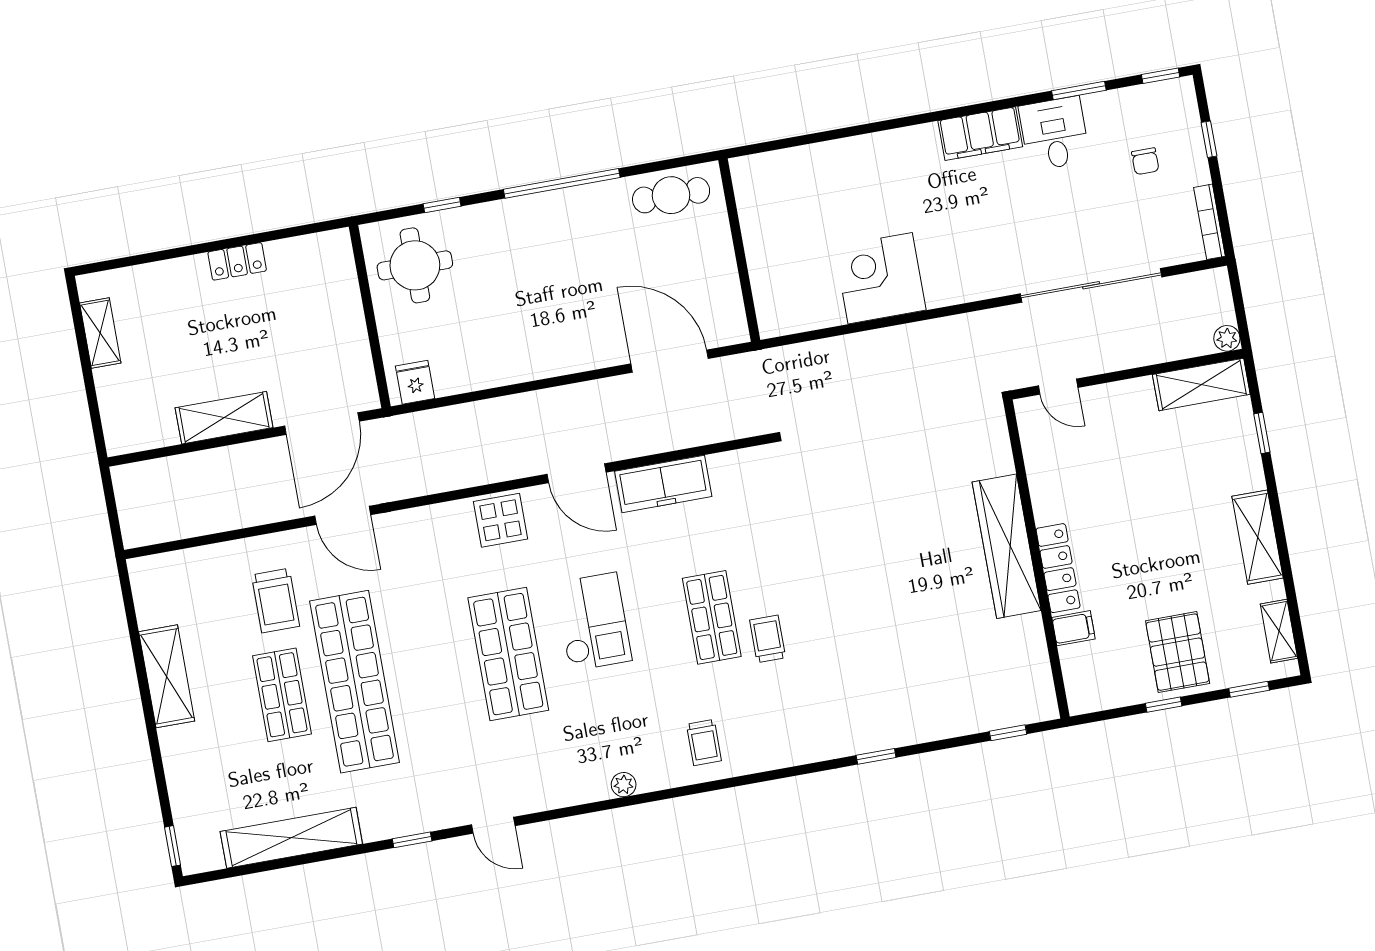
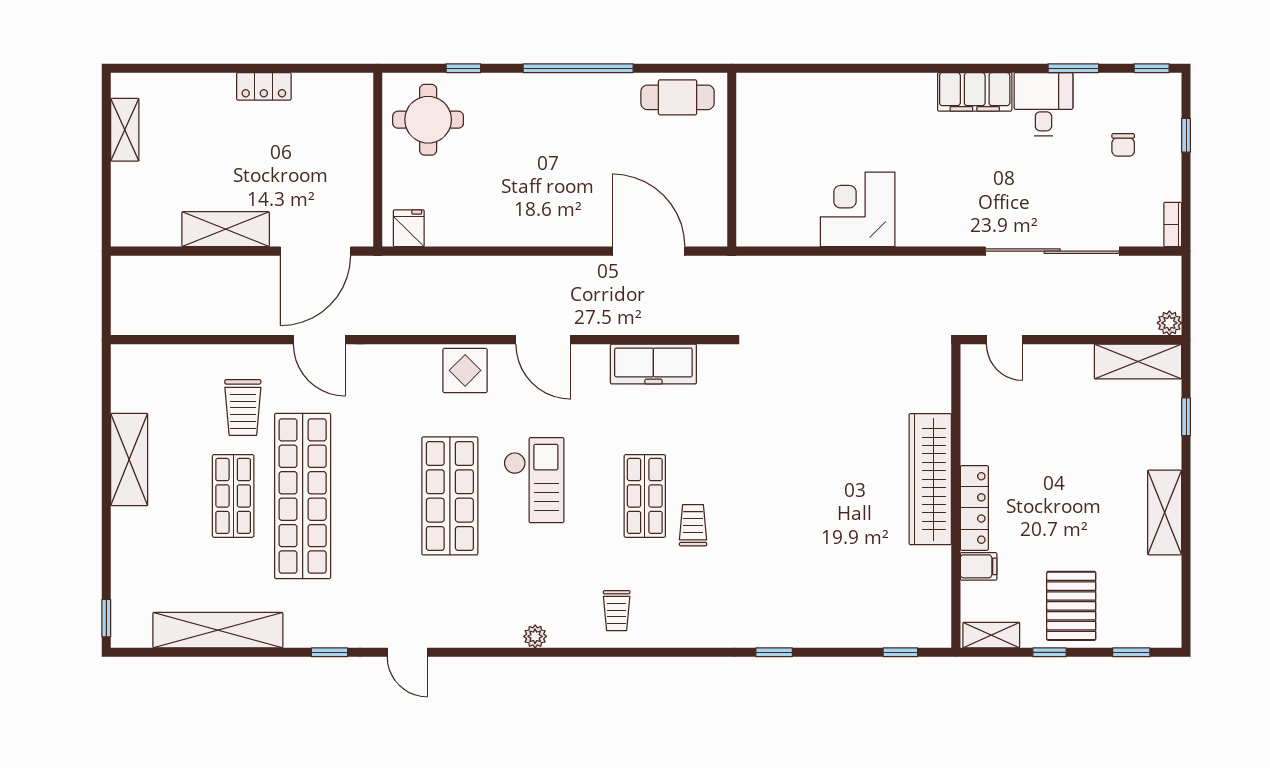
bookcase: (1210, 222) -> (1173, 224), width x0.64
freezer: (663, 484) -> (653, 364), moved
shelving: (1279, 631) -> (991, 635), moved, turned 90

